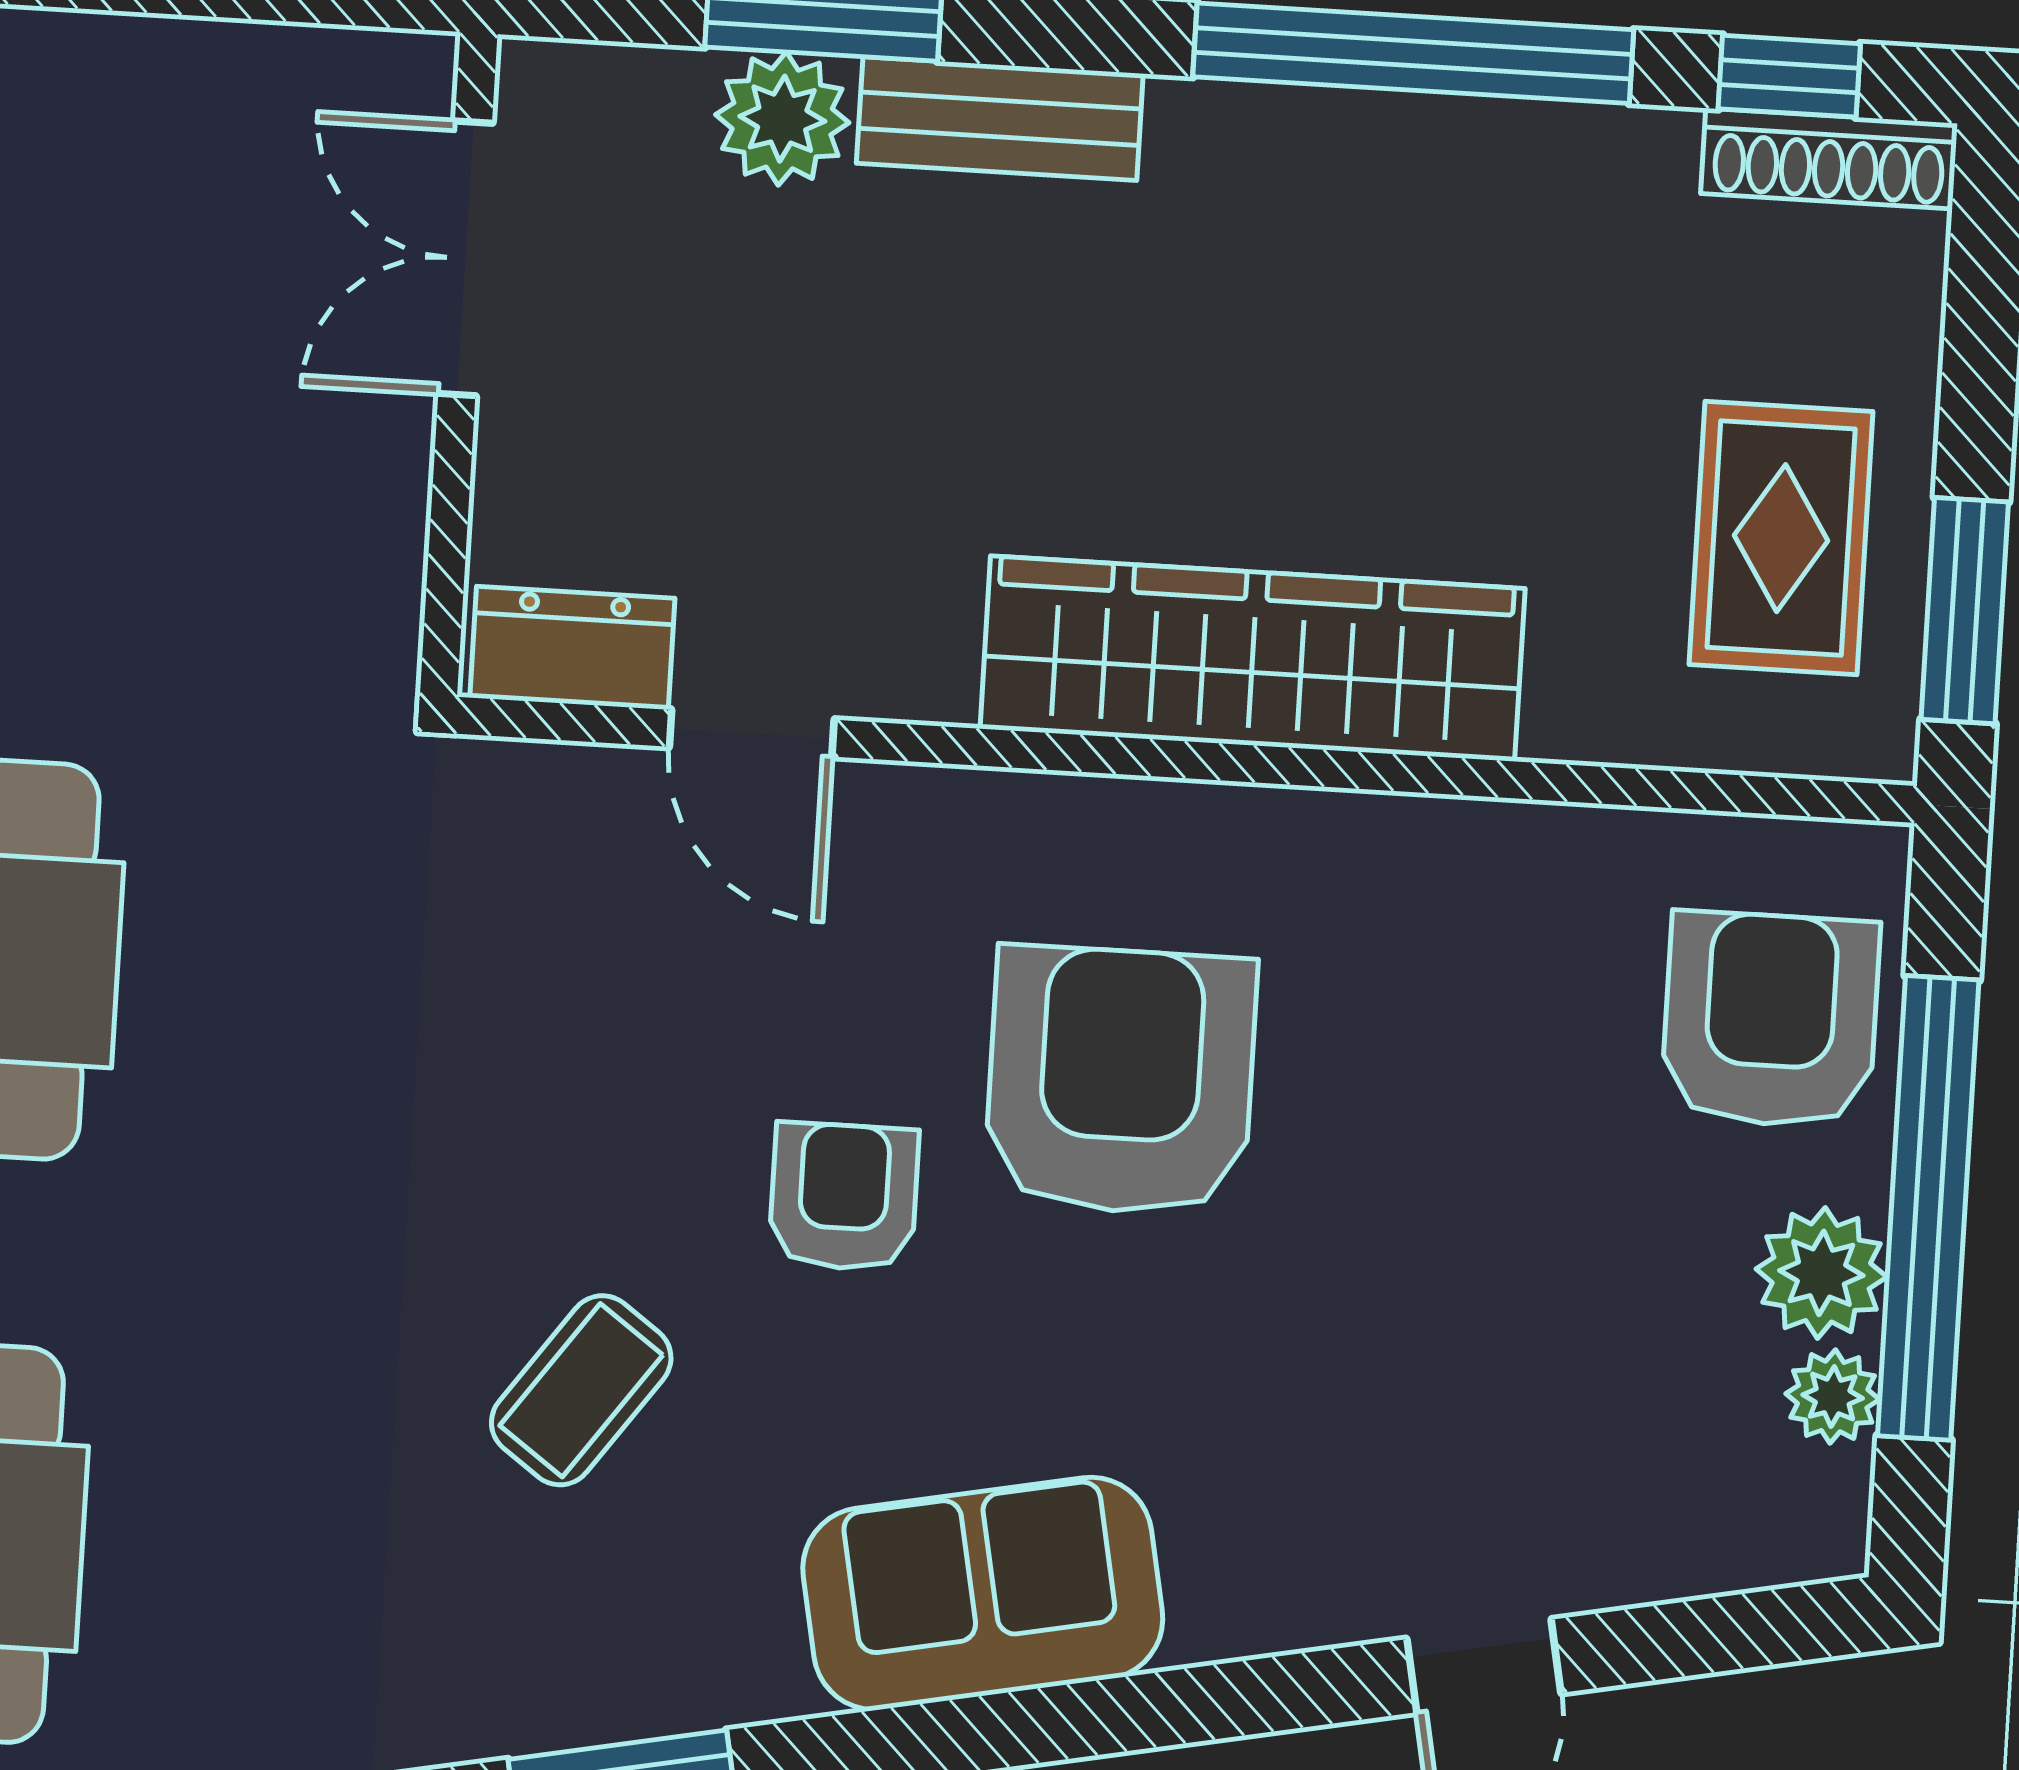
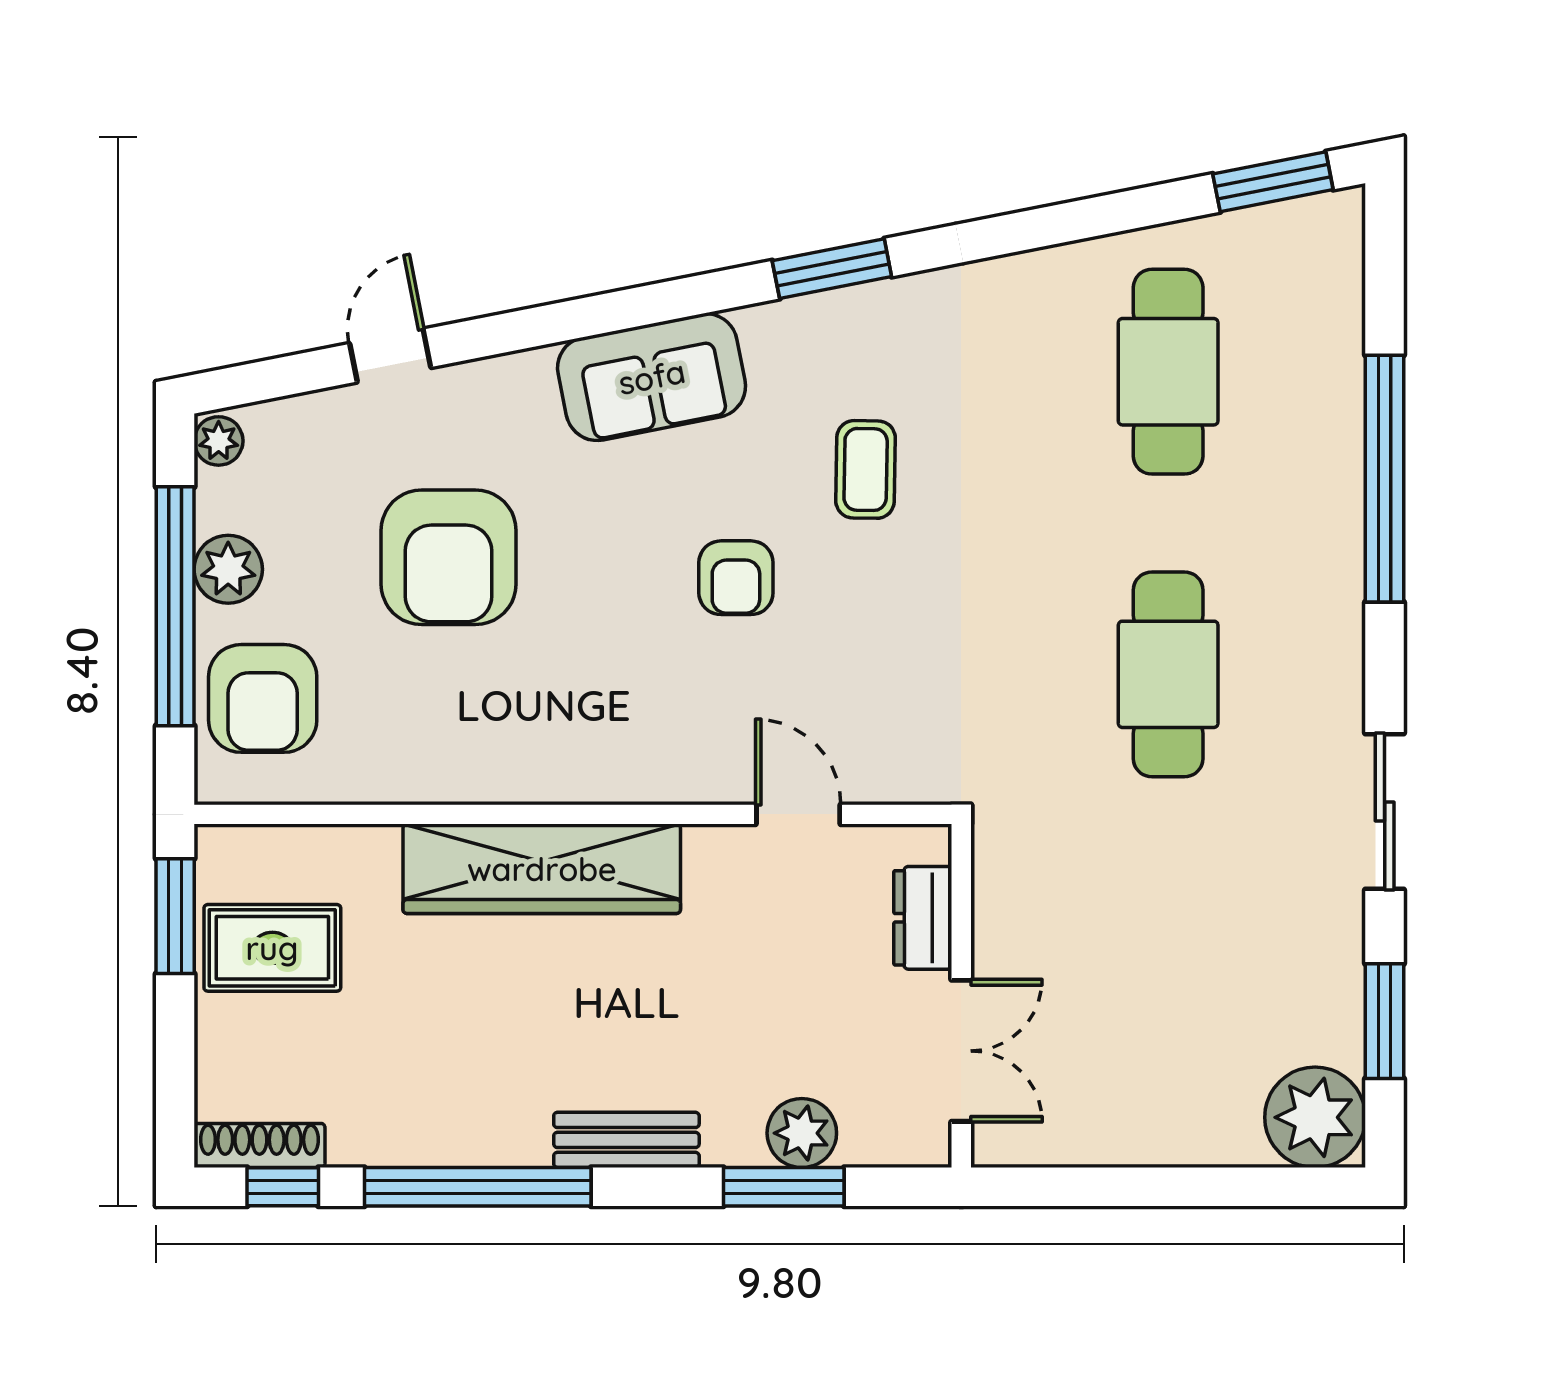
bench: (1000, 119) -> (626, 1140), moved
rug: (1781, 538) -> (272, 948), turned 90
dresser: (572, 648) -> (923, 918), moved, turned 90
armchair: (1120, 1081) -> (449, 557), moved
coffee table: (581, 1390) -> (866, 469), turned -35
plant: (1833, 1397) -> (219, 441), moved

